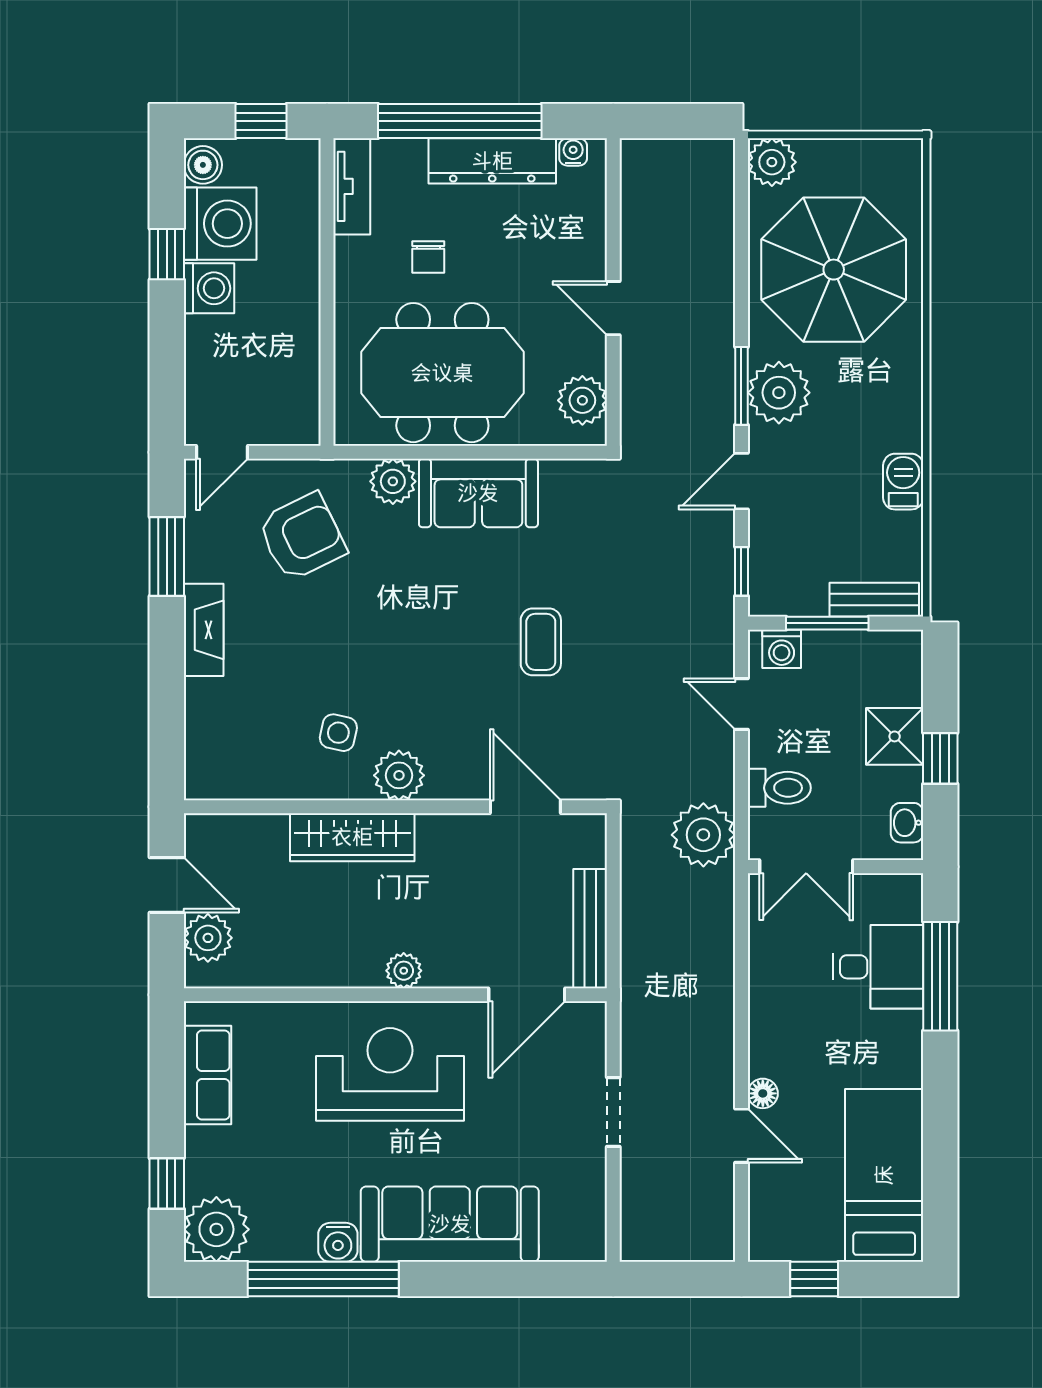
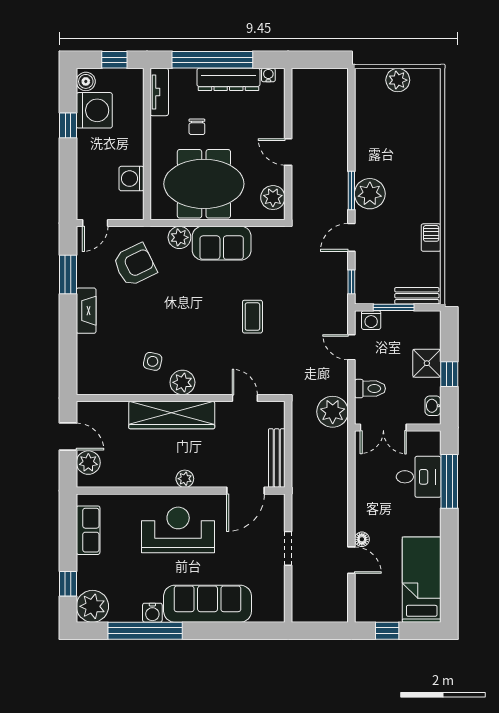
plant: (772, 162) -> (398, 80), moved
parasol: (834, 270) -> (397, 133), removed
washing machine: (209, 288) -> (131, 179), moved, turned 180
door: (525, 807) -> (245, 398), width x0.73
wardrobe: (352, 837) -> (172, 415), width x1.40, depth x1.17

